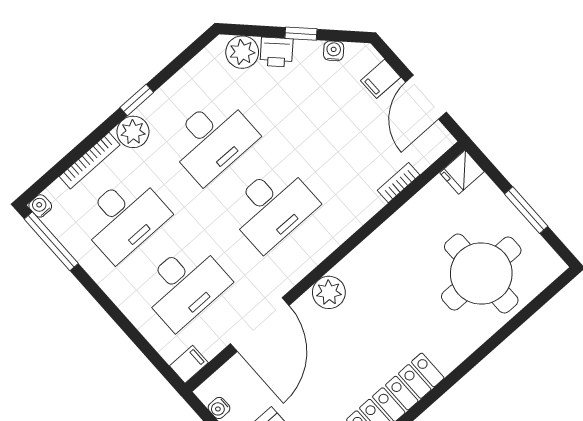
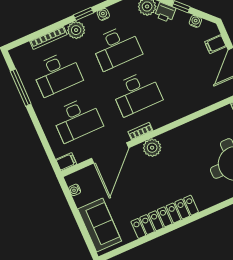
bookcase: (398, 183) -> (140, 131), moved
water cooler: (40, 206) -> (103, 14), moved
window: (51, 241) -> (21, 88), moved

